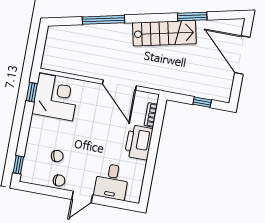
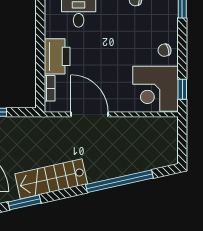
window: (103, 20) -> (119, 181), width x1.46
chair: (57, 156) -> (164, 50), moved

